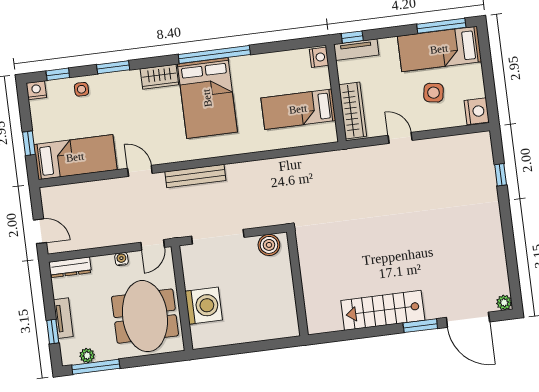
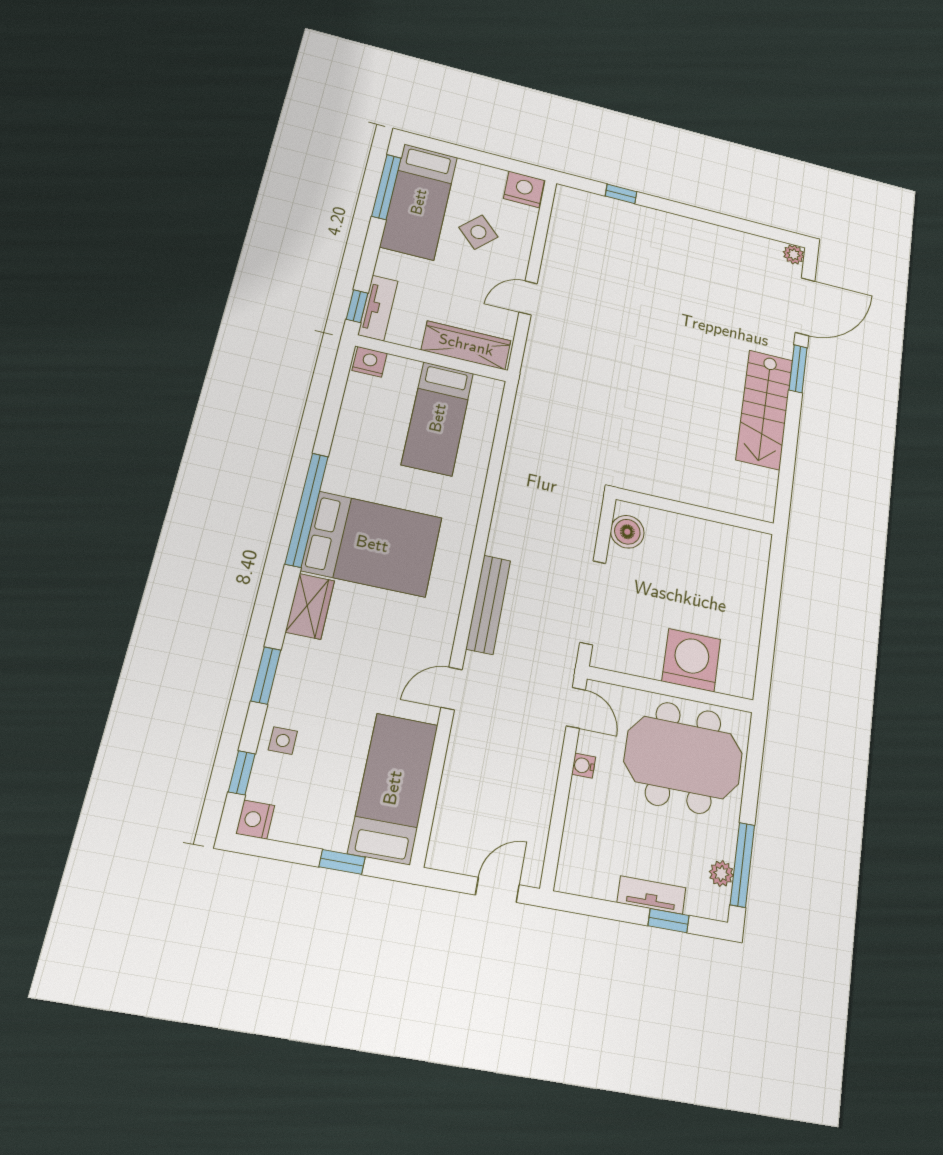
side table: (434, 93) -> (478, 232), turned 36
dresser: (70, 267) -> (572, 857), removed

